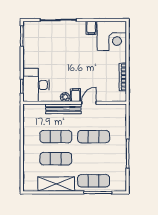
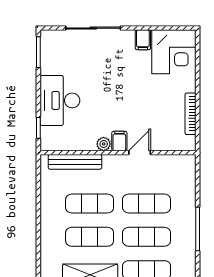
desk: (36, 85) -> (60, 100), moved
bench: (63, 109) -> (75, 162), moved
exercise mat: (94, 159) -> (147, 237), added

